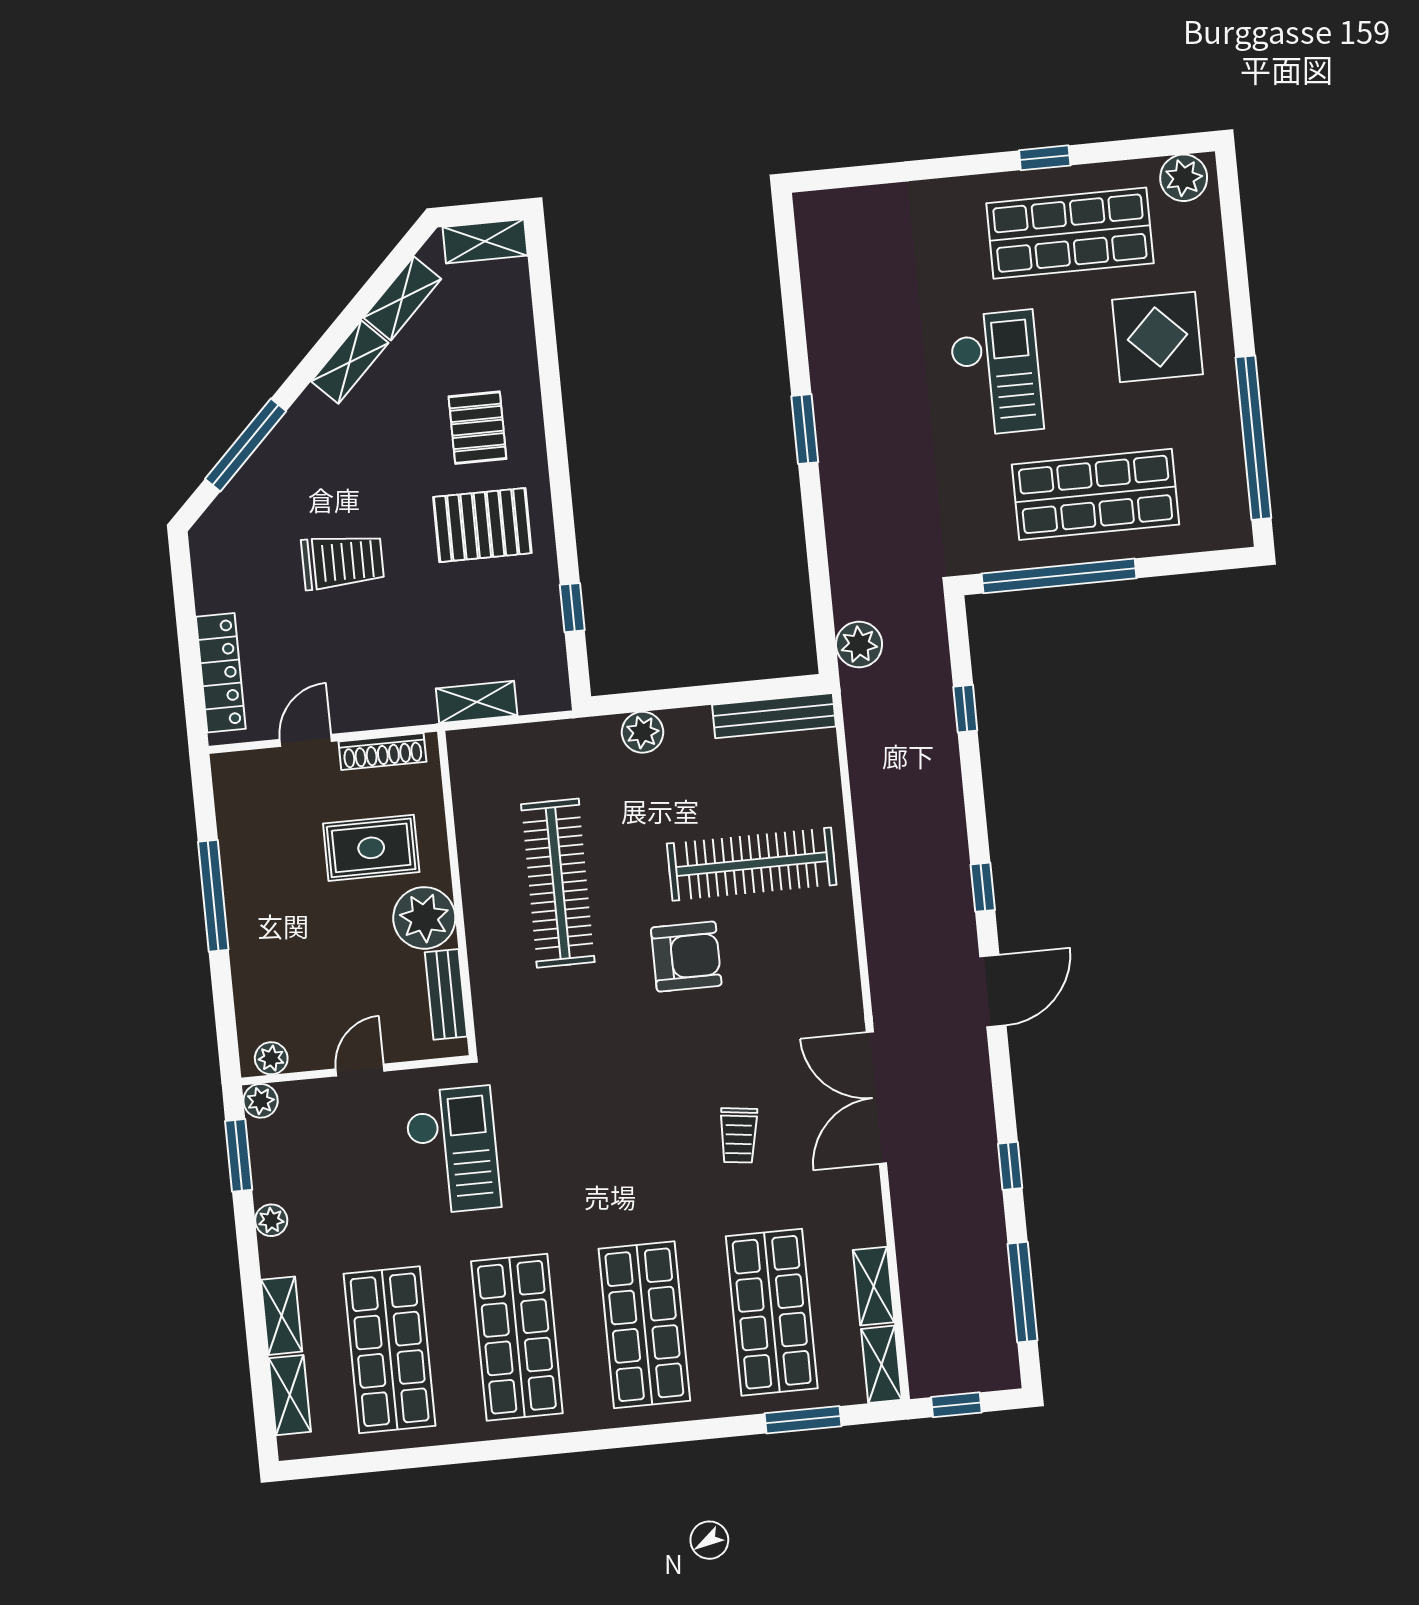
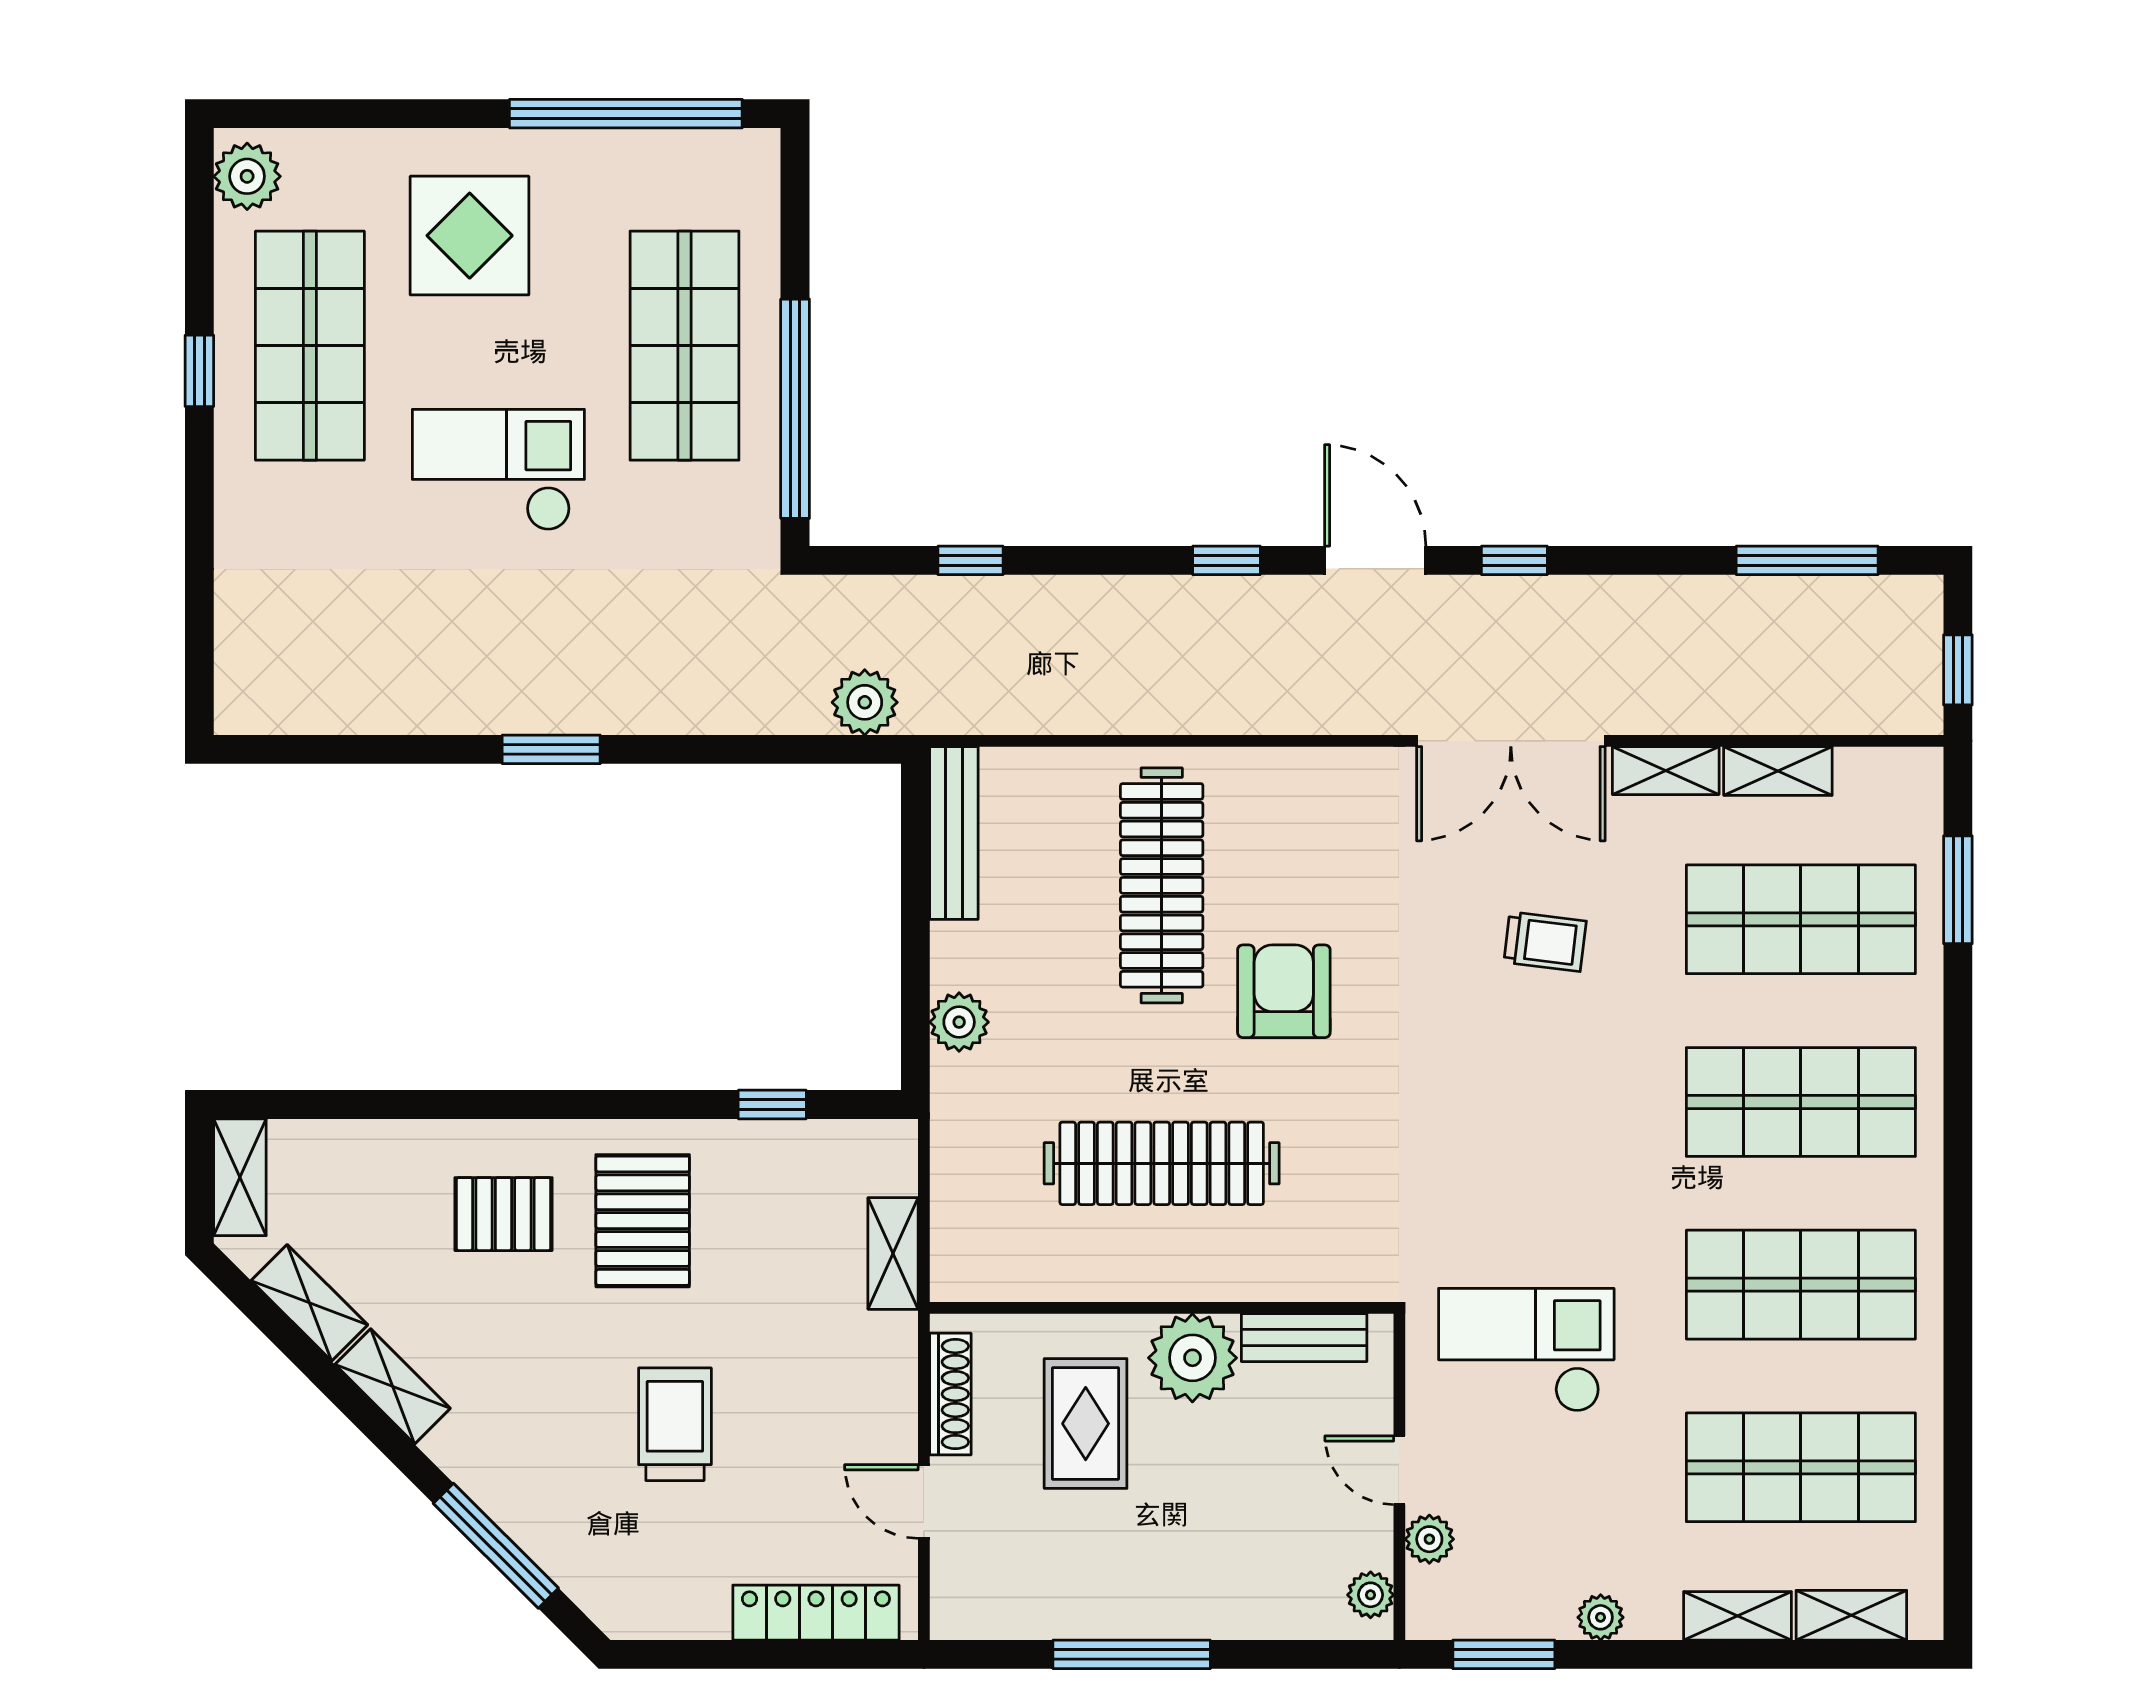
plant: (261, 1101) -> (1429, 1539), moved
window: (1010, 1166) -> (1514, 560), moved
shelving: (882, 1364) -> (1666, 771), moved

